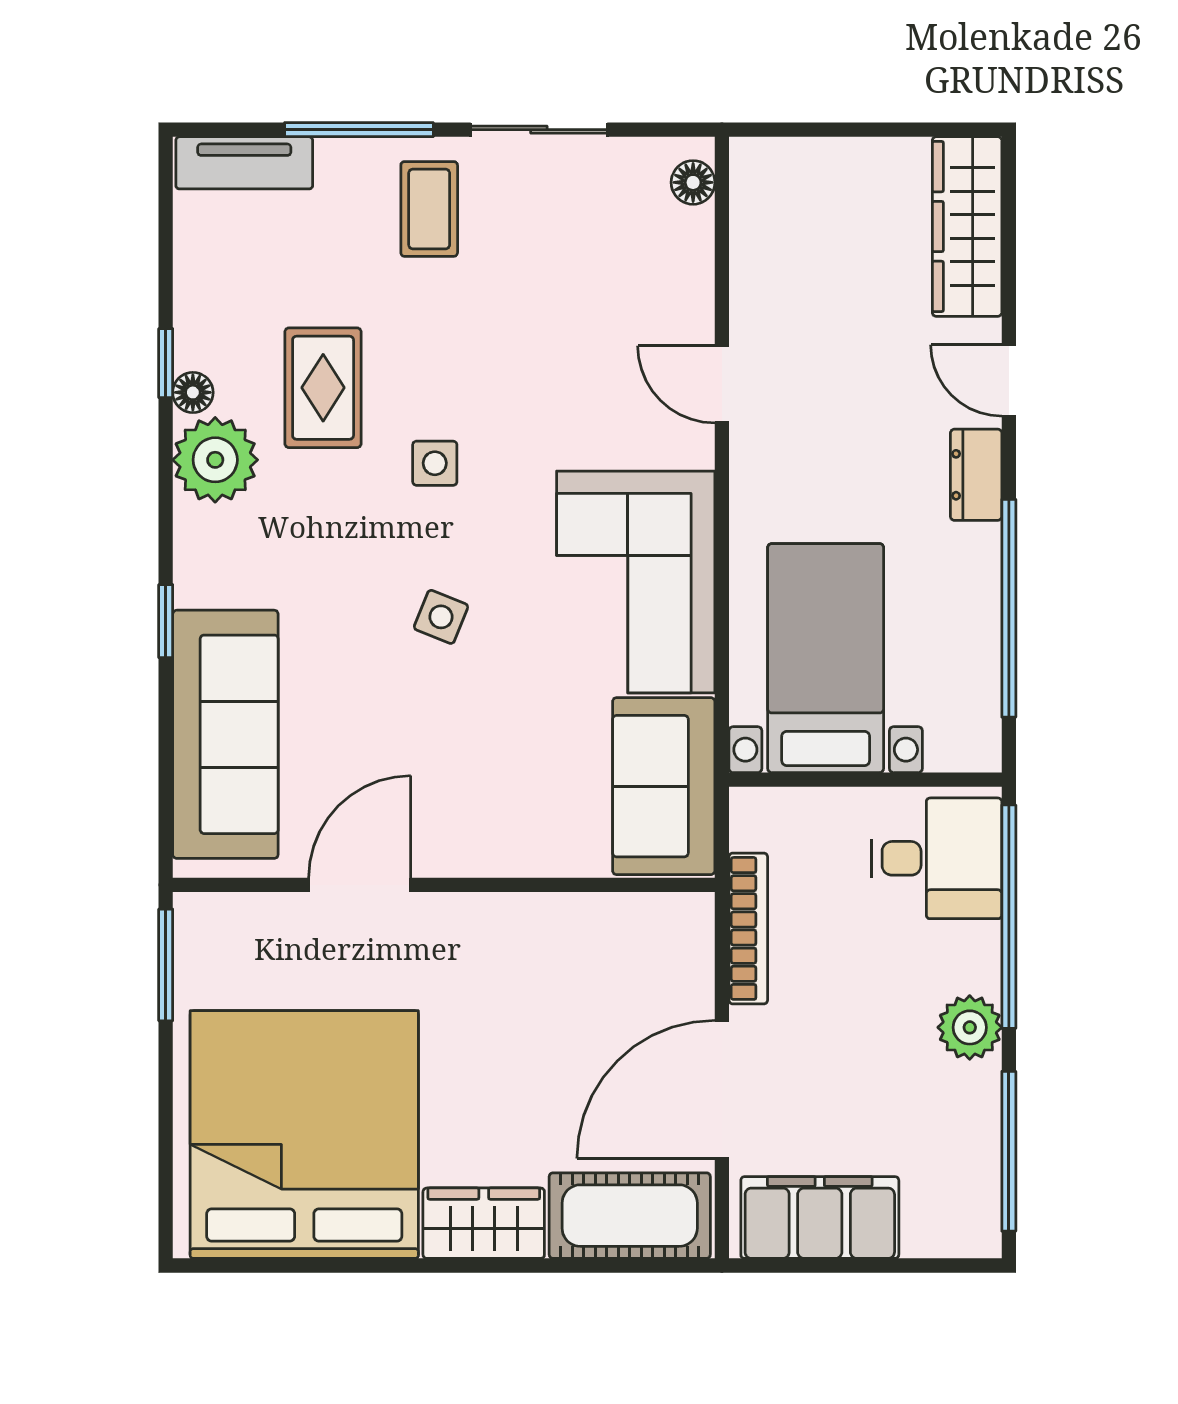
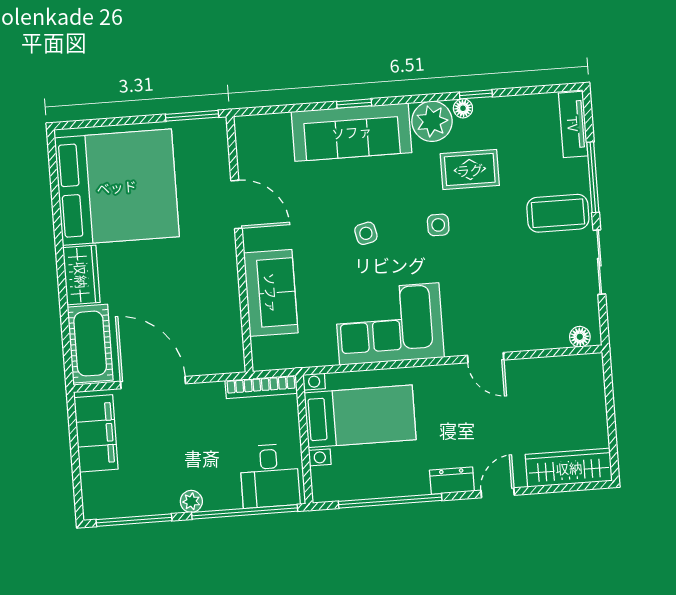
coffee table: (429, 209) -> (558, 213), width x1.36, depth x1.30
door: (722, 384) -> (486, 358), swing flipped
side table: (441, 617) -> (366, 233), turned -35
sofa: (225, 734) -> (352, 132), moved
sofa: (664, 786) -> (271, 293), moved, turned 90
bookcase: (748, 928) -> (261, 387), moved
plant: (970, 1027) -> (191, 501), width x0.73, depth x0.73

